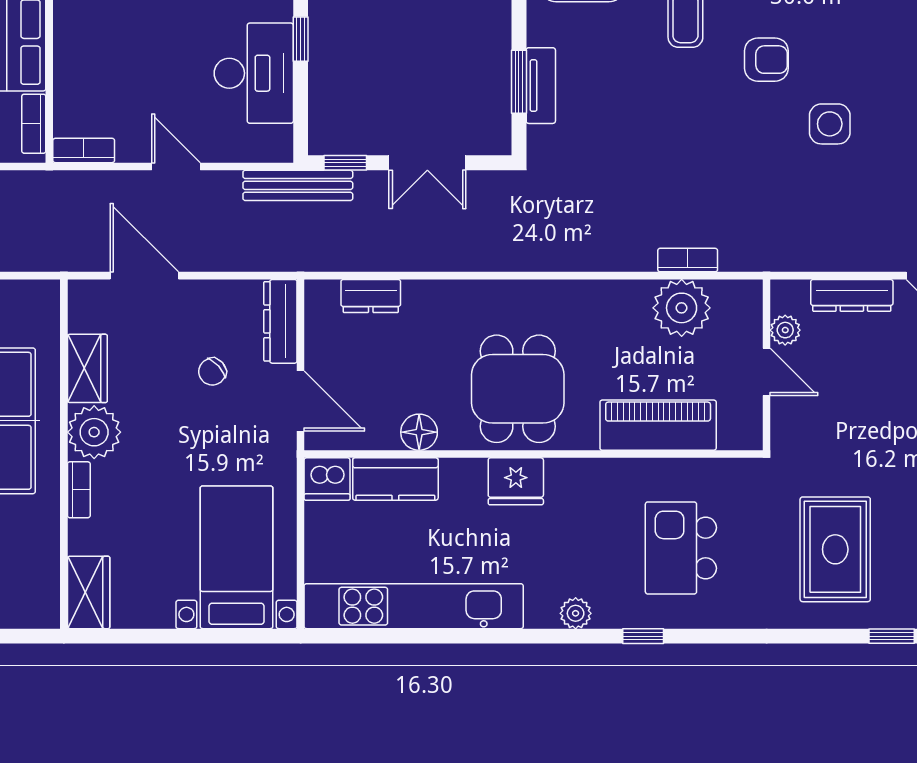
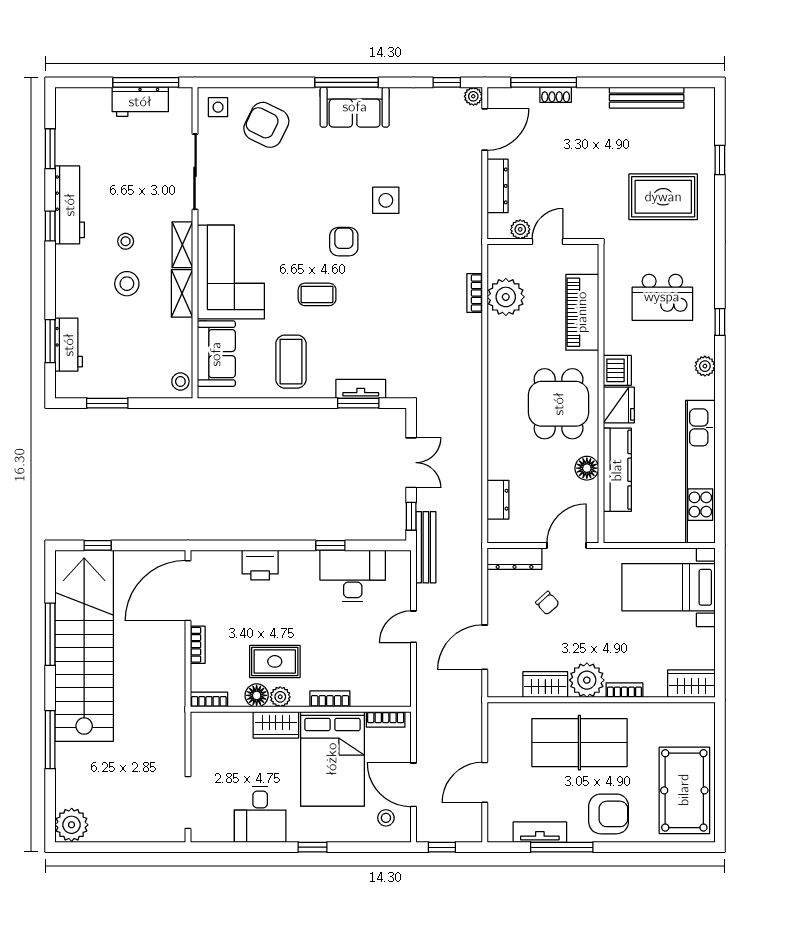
bookcase: (84, 150) -> (330, 699), moved, turned 90
dining table: (518, 389) -> (559, 404), turned 90
dishwasher: (327, 479) -> (617, 370), moved
kitchen counter: (395, 479) -> (617, 470), width x1.50

